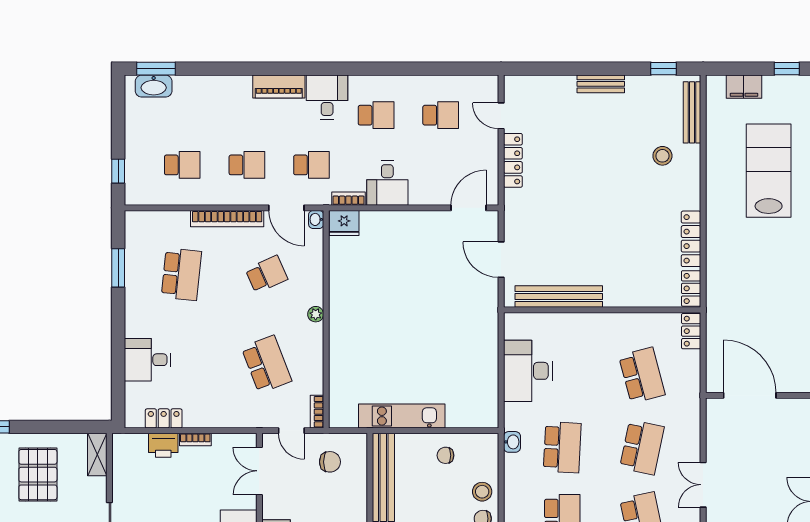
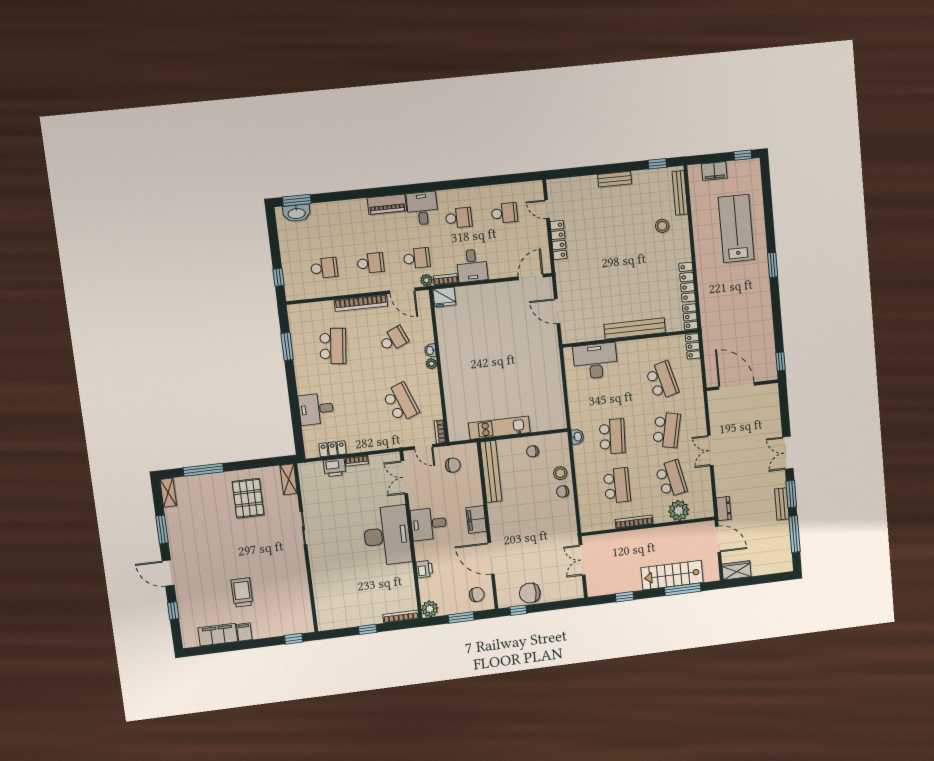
plant: (322, 197) -> (426, 280), added
washbasin: (316, 219) -> (430, 350), moved
bench: (559, 296) -> (635, 329), moved
desk: (528, 371) -> (595, 361), moved, turned 90

